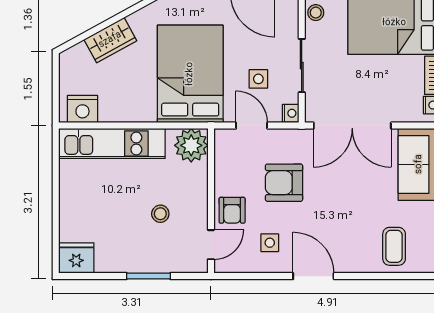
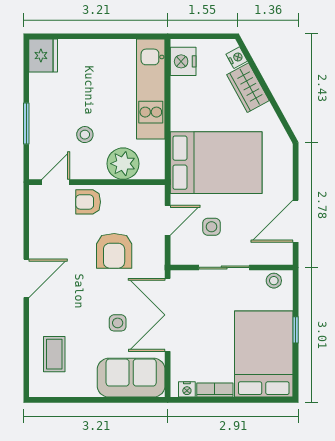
nightstand: (291, 113) -> (237, 58), moved, turned -119
plant: (191, 145) -> (123, 164), moved
armchair: (284, 183) -> (114, 251), turned 180
side table: (270, 243) -> (118, 323), moved
door: (211, 245) -> (56, 182), swing flipped
coffee table: (394, 246) -> (54, 354), turned 90

